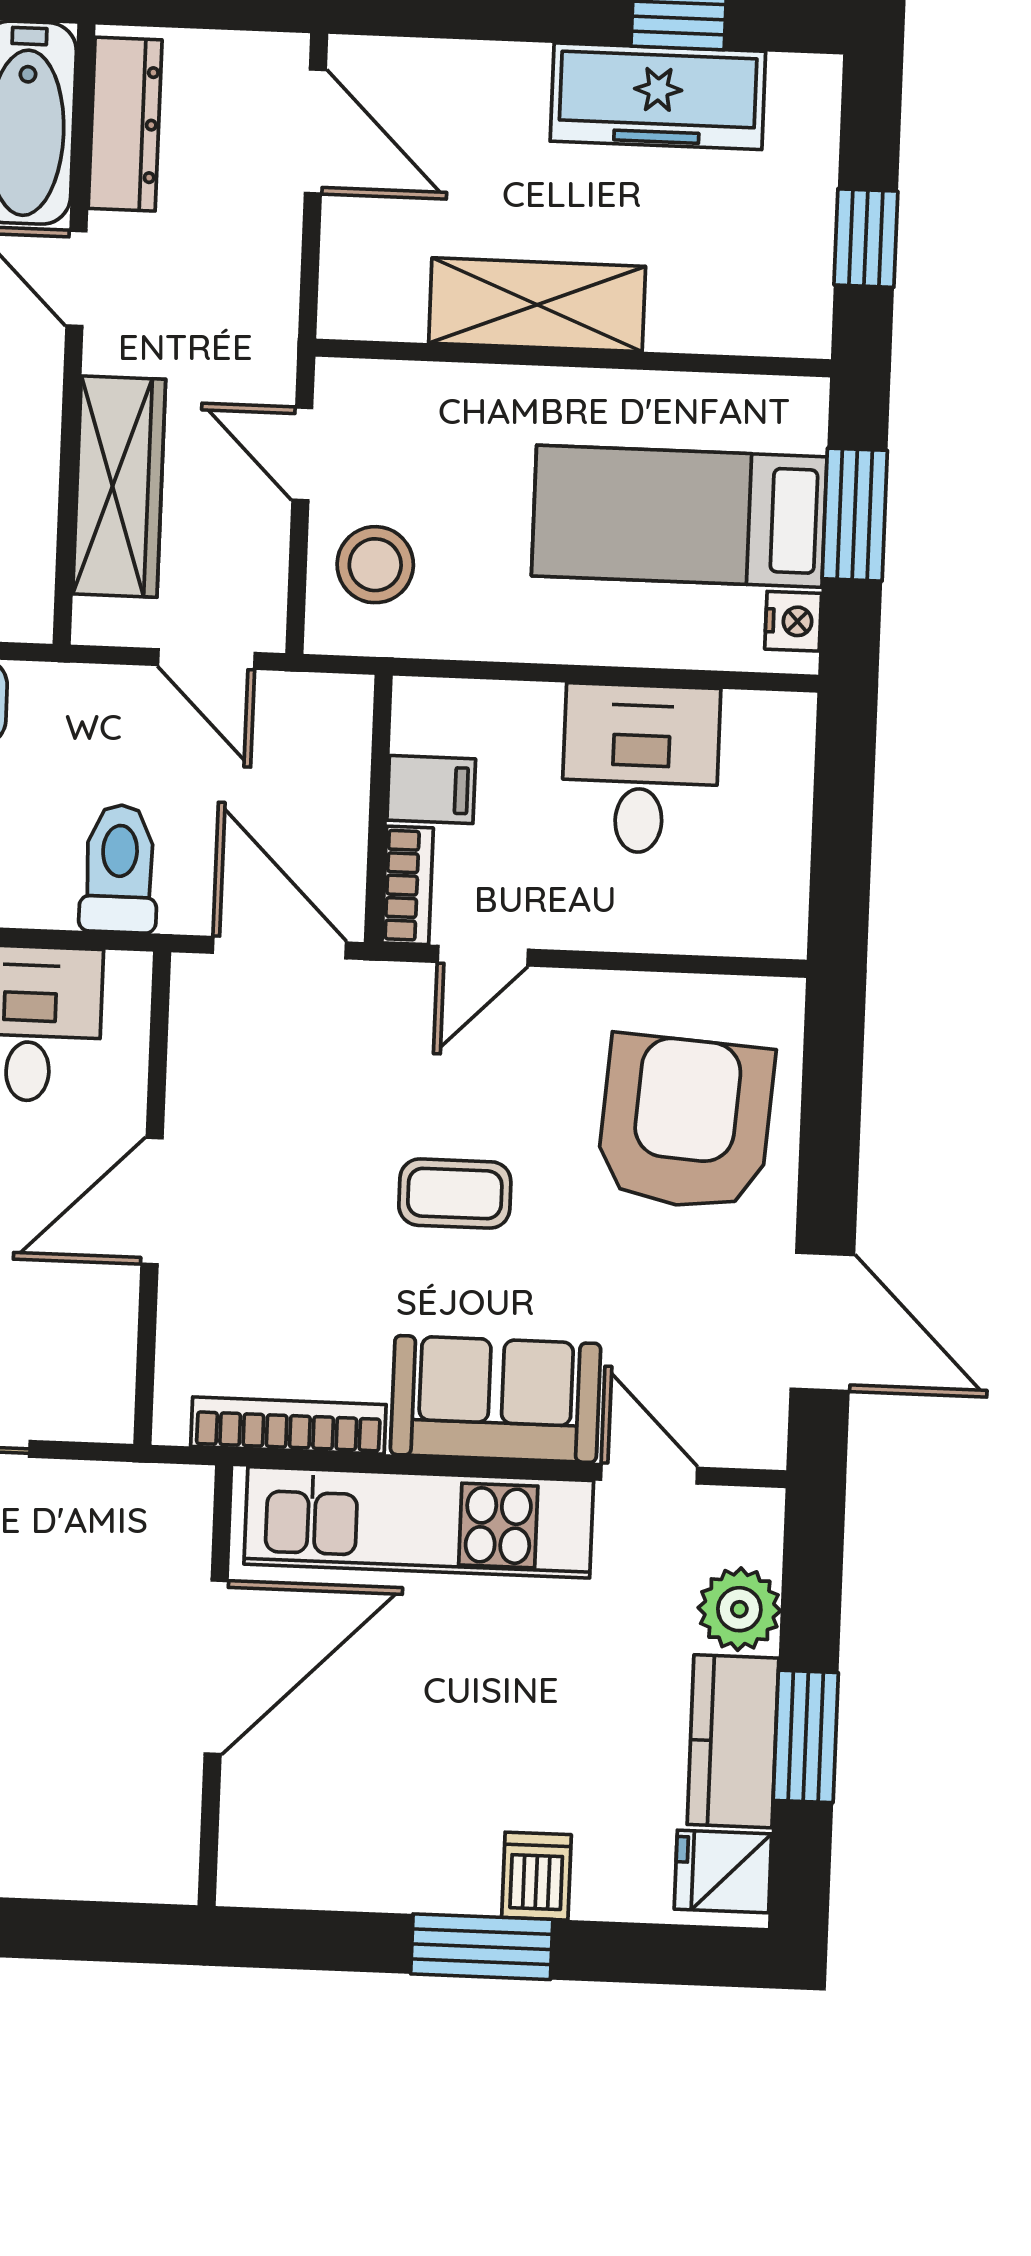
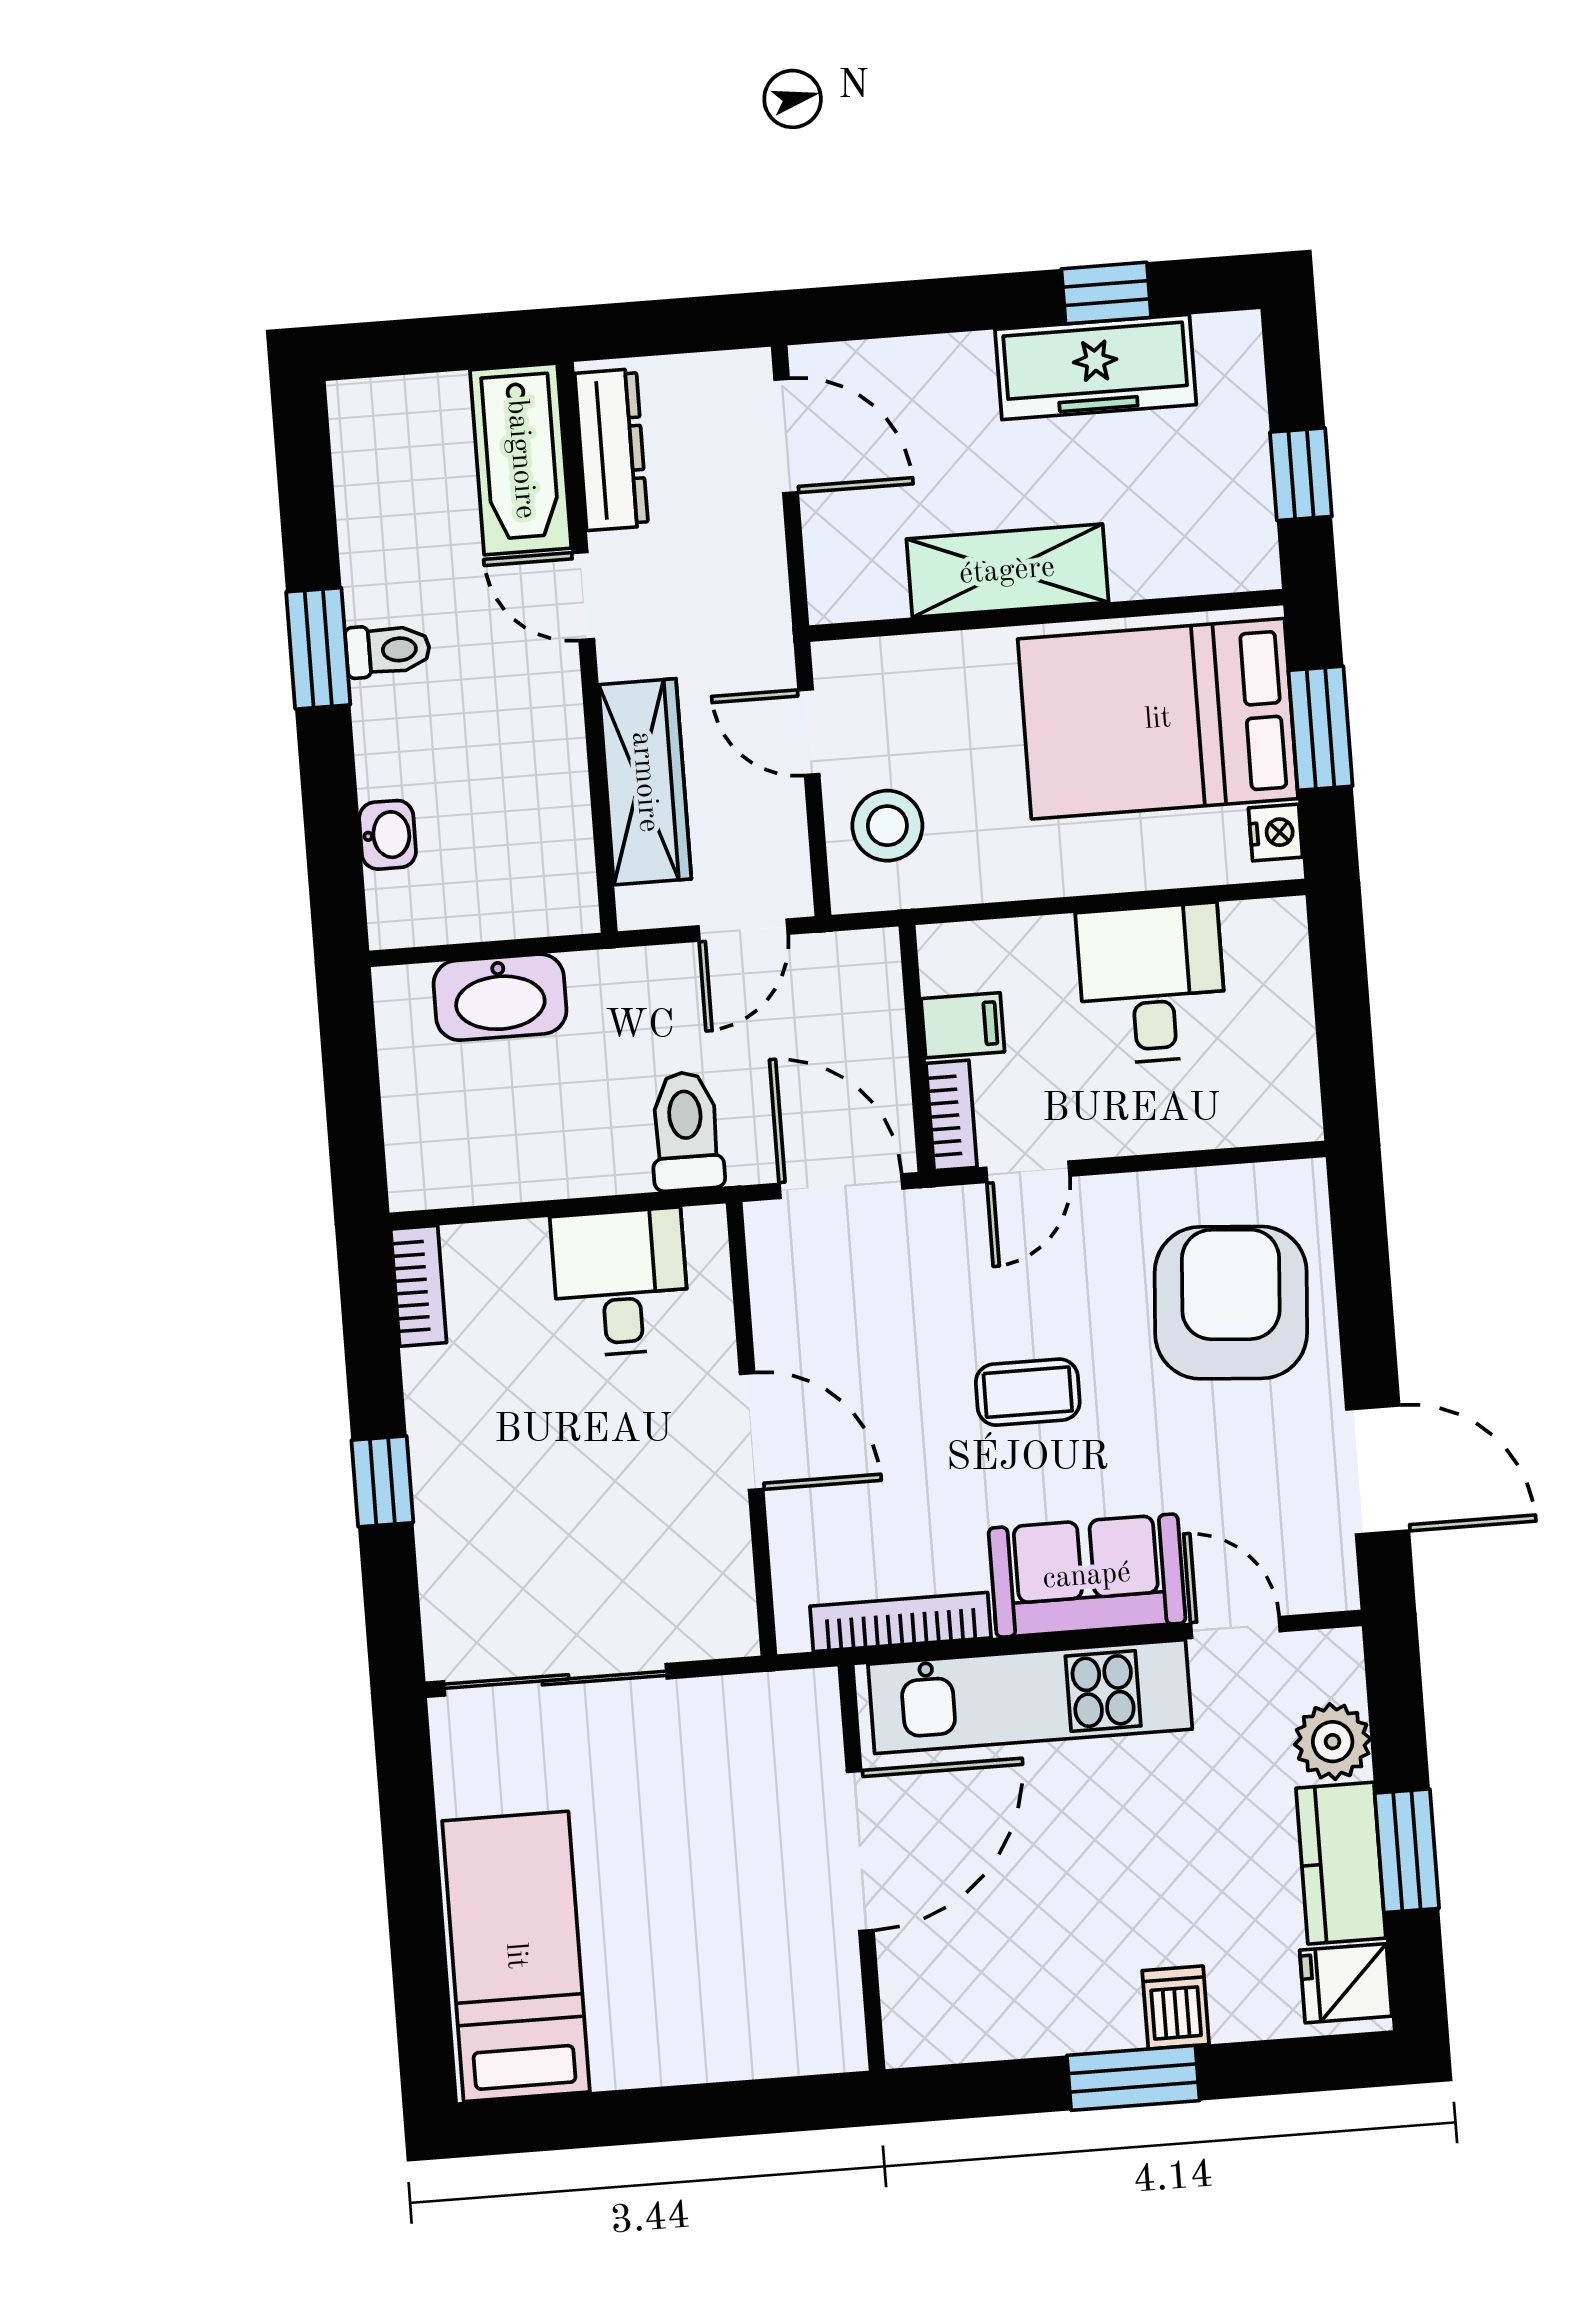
bed: (679, 516) -> (1158, 719), width x1.50
door: (206, 659) -> (743, 930), hinge flipped
door: (152, 1201) -> (752, 1431), swing flipped

